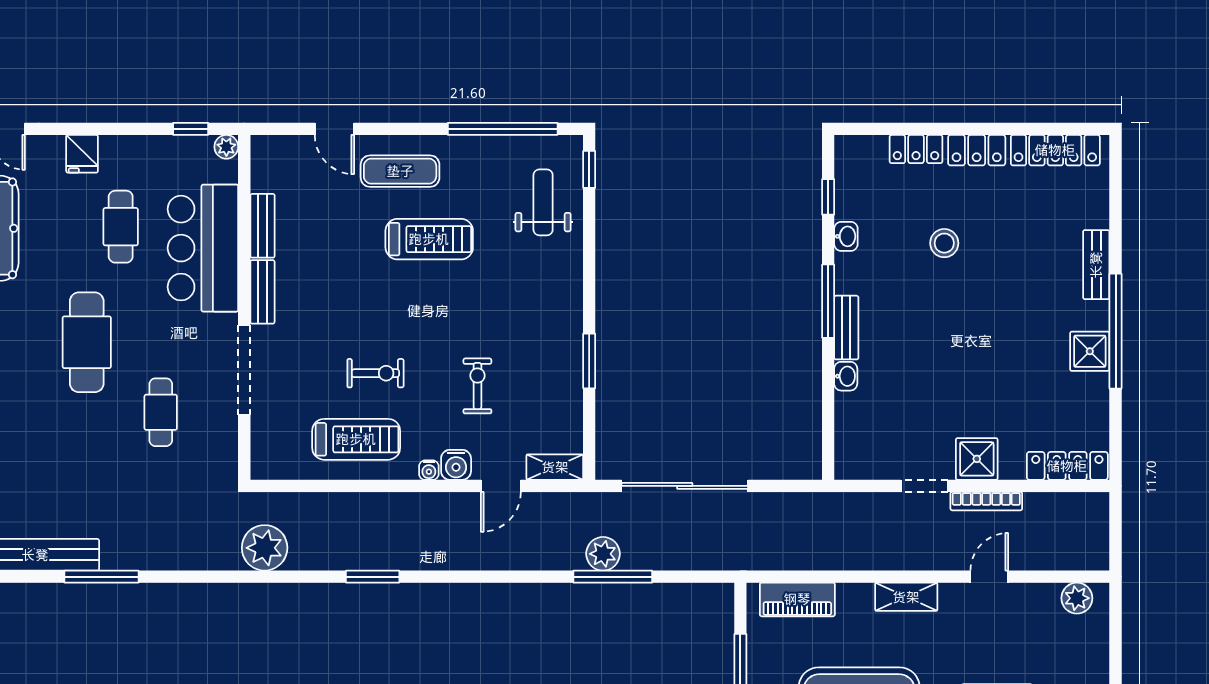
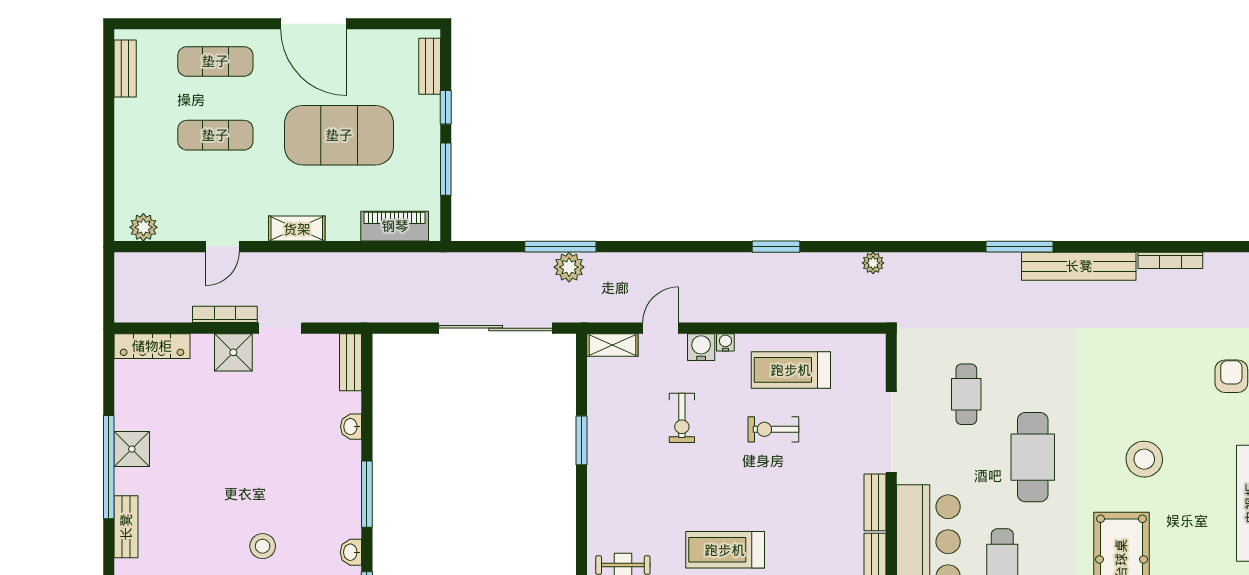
bench: (846, 328) -> (351, 362), moved
plant: (265, 548) -> (873, 263), width x0.53, depth x0.53

